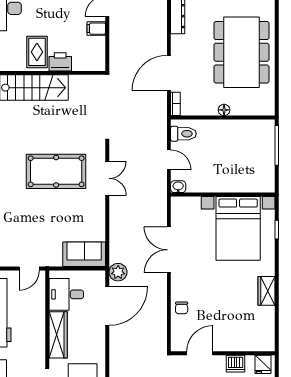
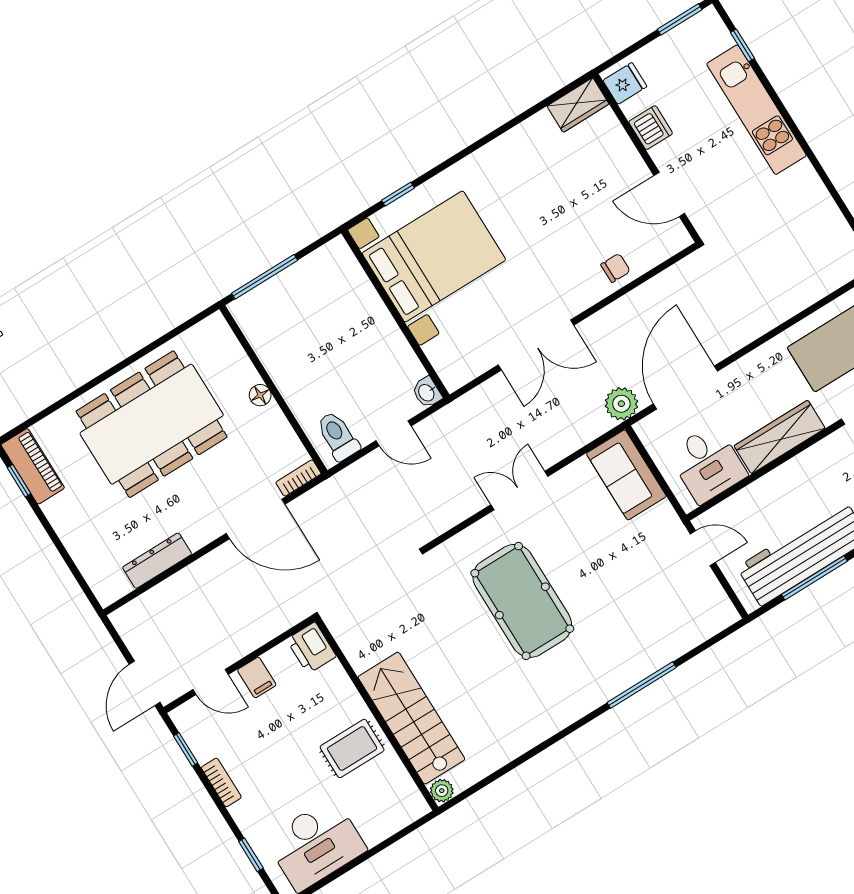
printer: (60, 62) -> (311, 648), moved
door: (169, 160) -> (393, 433), swing flipped
double door: (107, 178) -> (519, 490), moved
wardrobe: (266, 291) -> (578, 105), moved
door: (107, 306) -> (685, 387), hinge flipped

